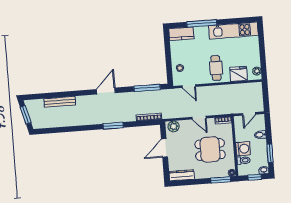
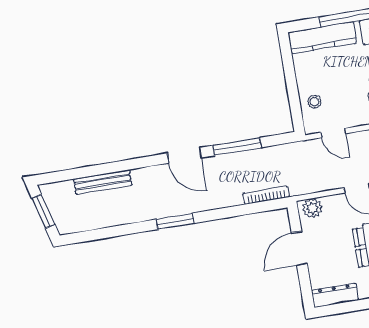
kitchen counter: (181, 34) -> (322, 38), width x1.50
window: (147, 88) -> (237, 147), moved
door: (106, 91) -> (184, 155), swing flipped
window: (113, 126) -> (175, 221), moved

